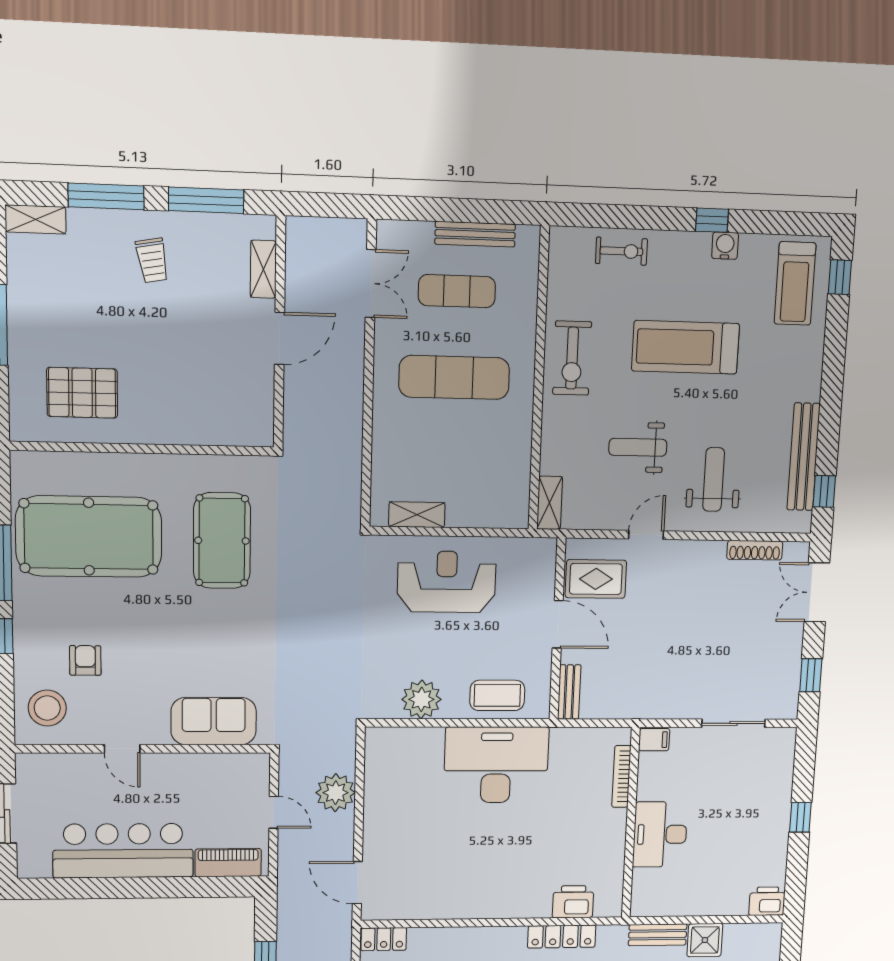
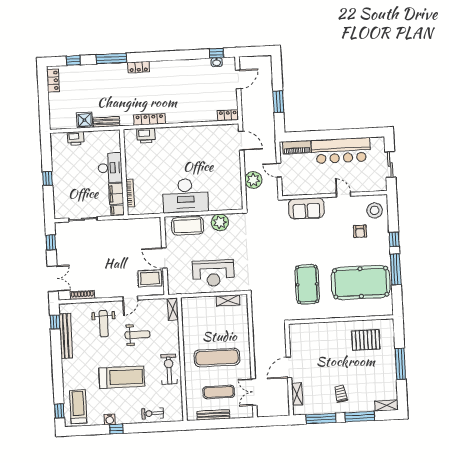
bench: (569, 692) -> (157, 229), removed
coffee table: (497, 695) -> (188, 226), width x1.36, depth x1.32
filing cabinet: (653, 776) -> (116, 194), added
printer: (767, 901) -> (76, 138), moved

